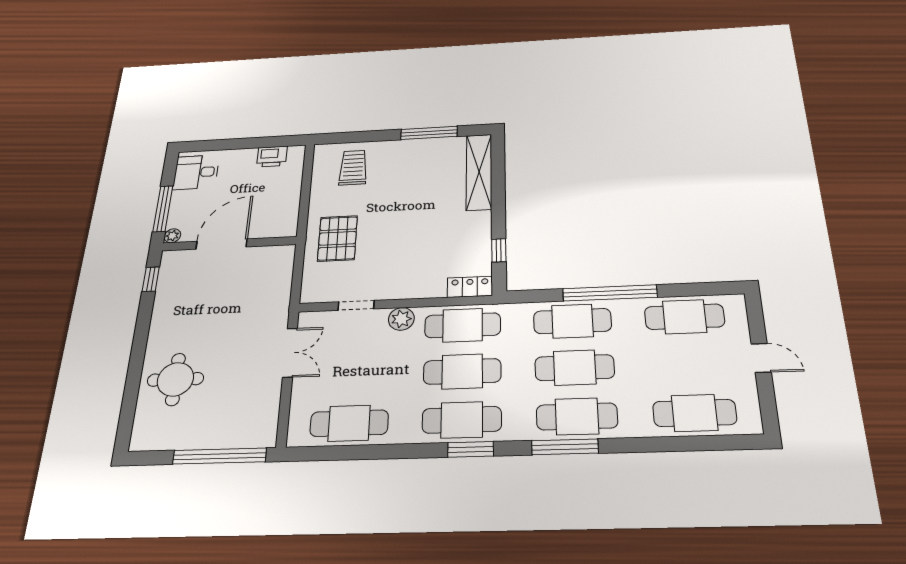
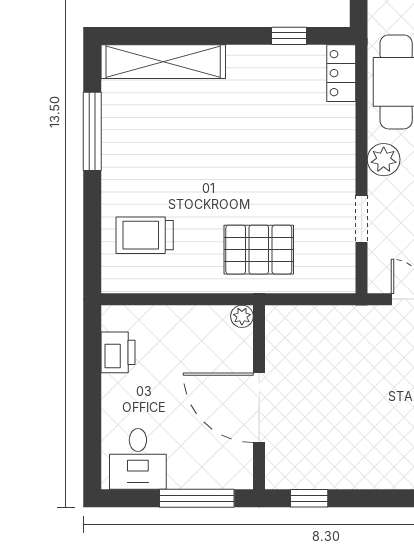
plant: (172, 236) -> (242, 316), moved

